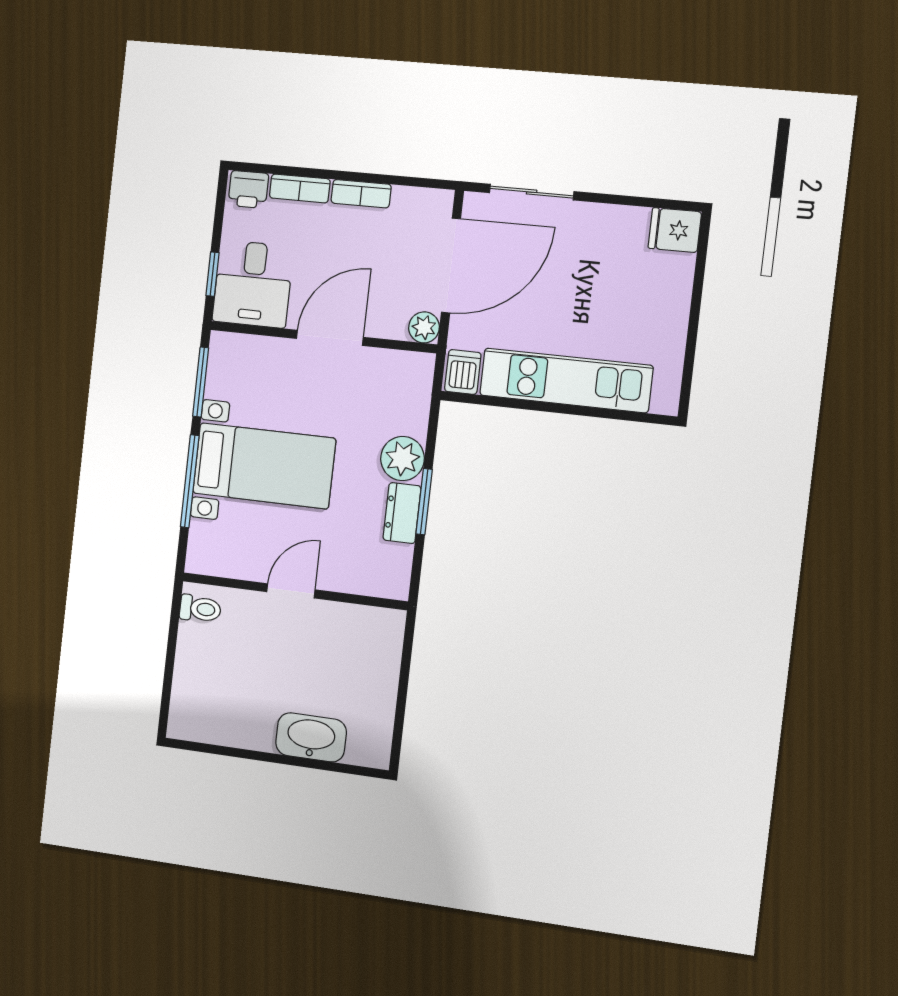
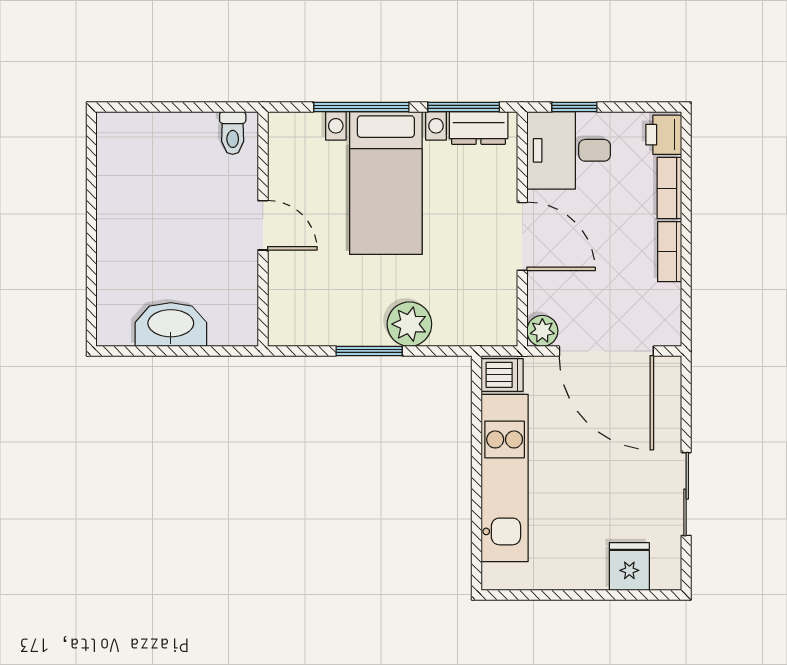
sliding door: (532, 192) -> (686, 494), moved
fridge: (675, 230) -> (629, 567), moved
dresser: (402, 513) -> (479, 128), moved, turned 180
washbasin: (311, 737) -> (171, 325), moved, turned -90

